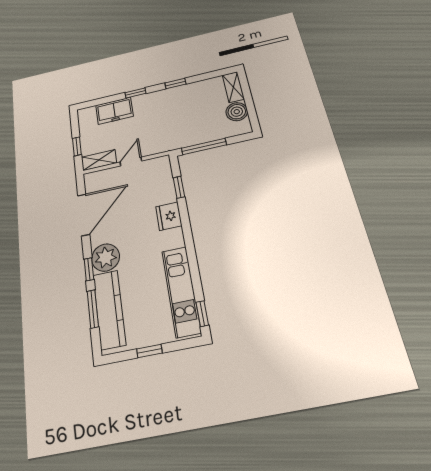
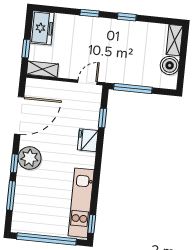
freezer: (114, 111) -> (42, 28), moved, turned -90
door: (131, 162) -> (87, 82), moved
kitchen counter: (109, 309) -> (24, 200), removed
window: (149, 351) -> (46, 239), width x3.17

